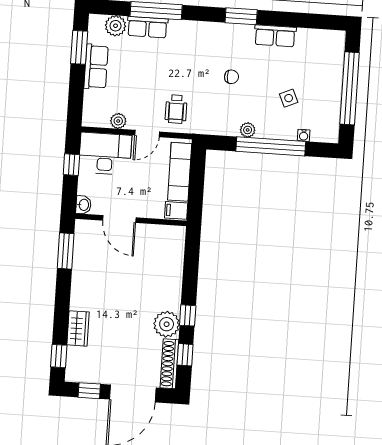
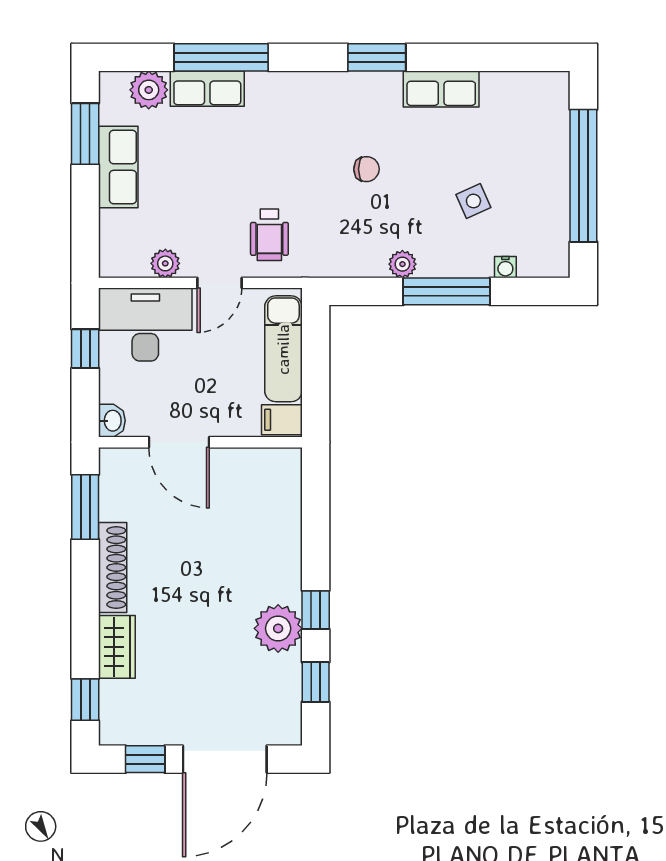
window: (271, 146) -> (447, 291), width x0.68
shoe rack: (169, 364) -> (113, 567), moved, turned 180

